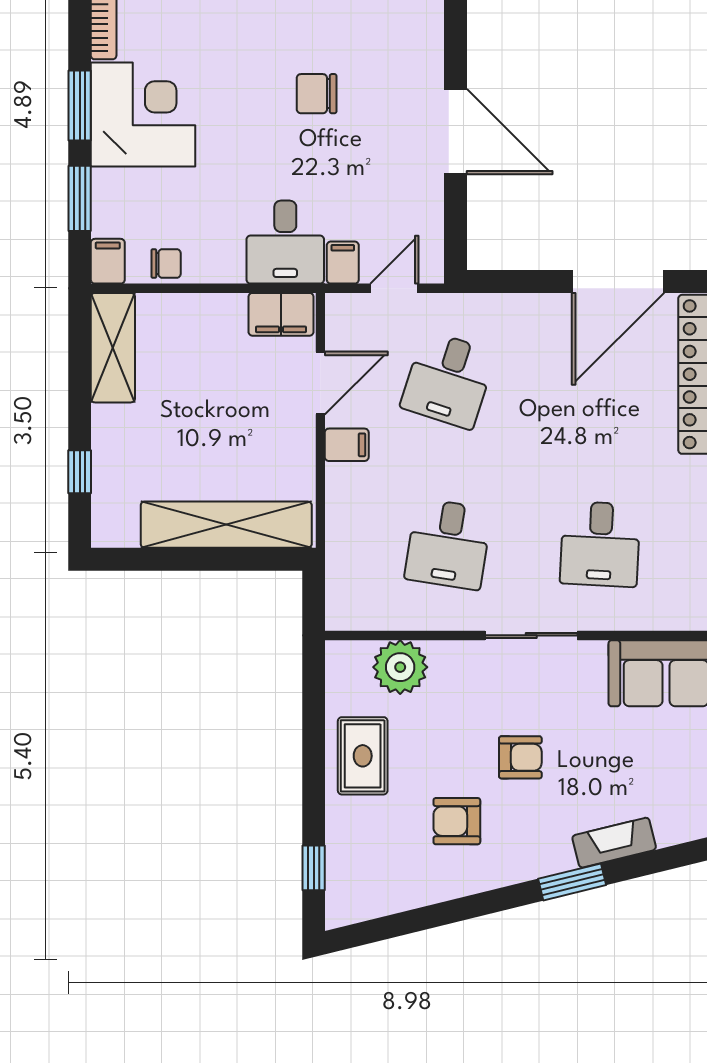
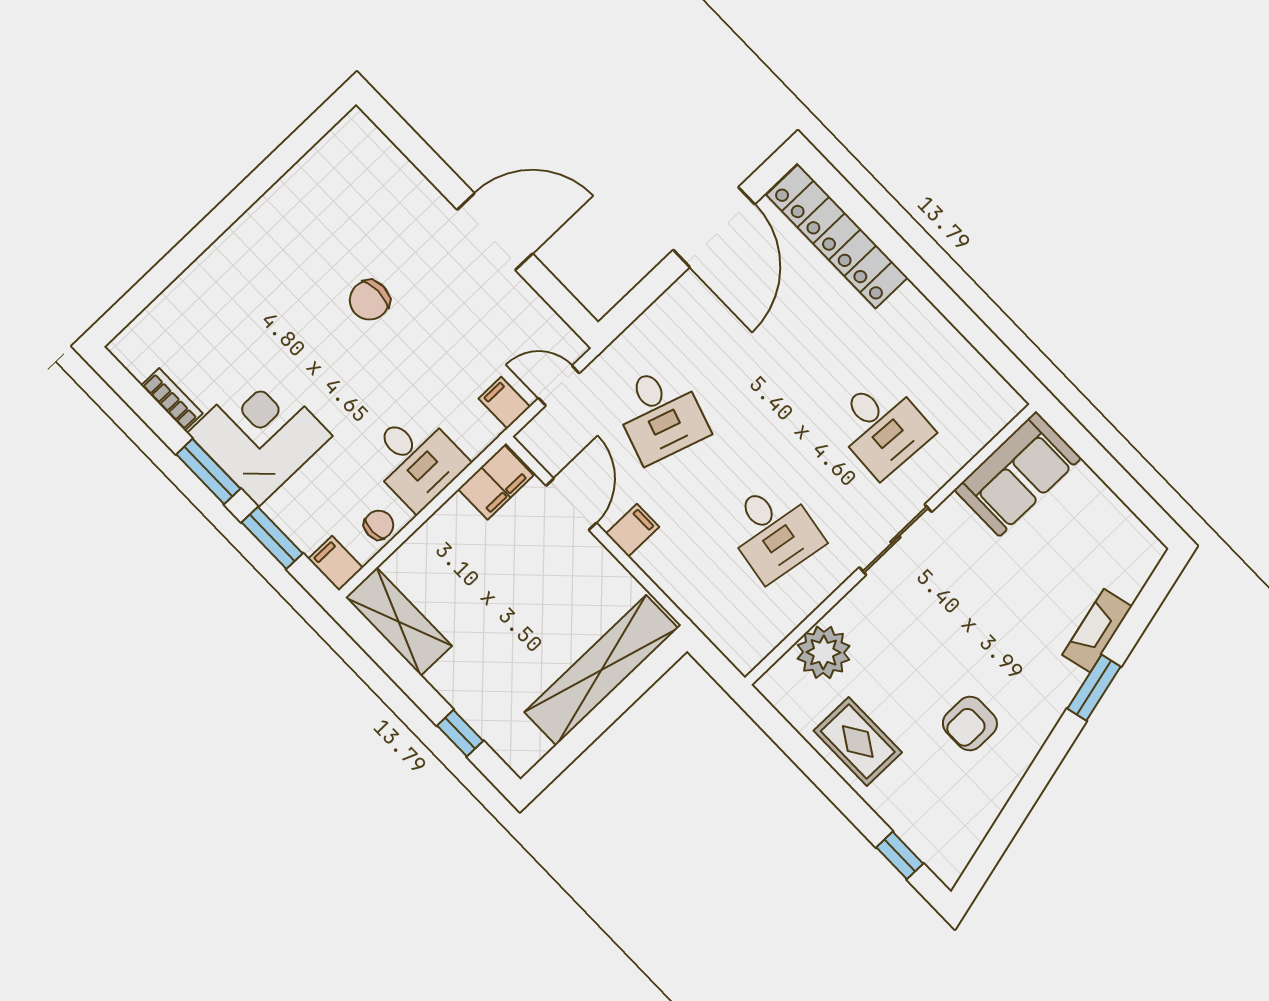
desk: (285, 242) -> (416, 460), moved
door: (394, 288) -> (559, 386), hinge flipped
armchair: (520, 757) -> (971, 634), removed

